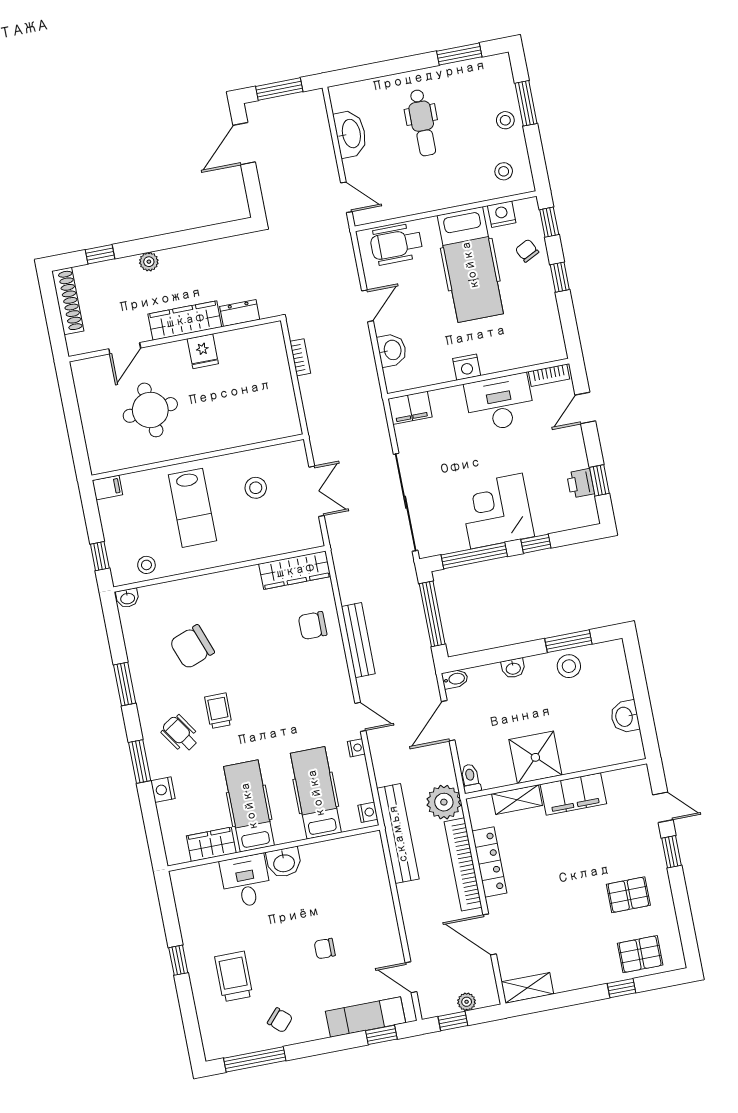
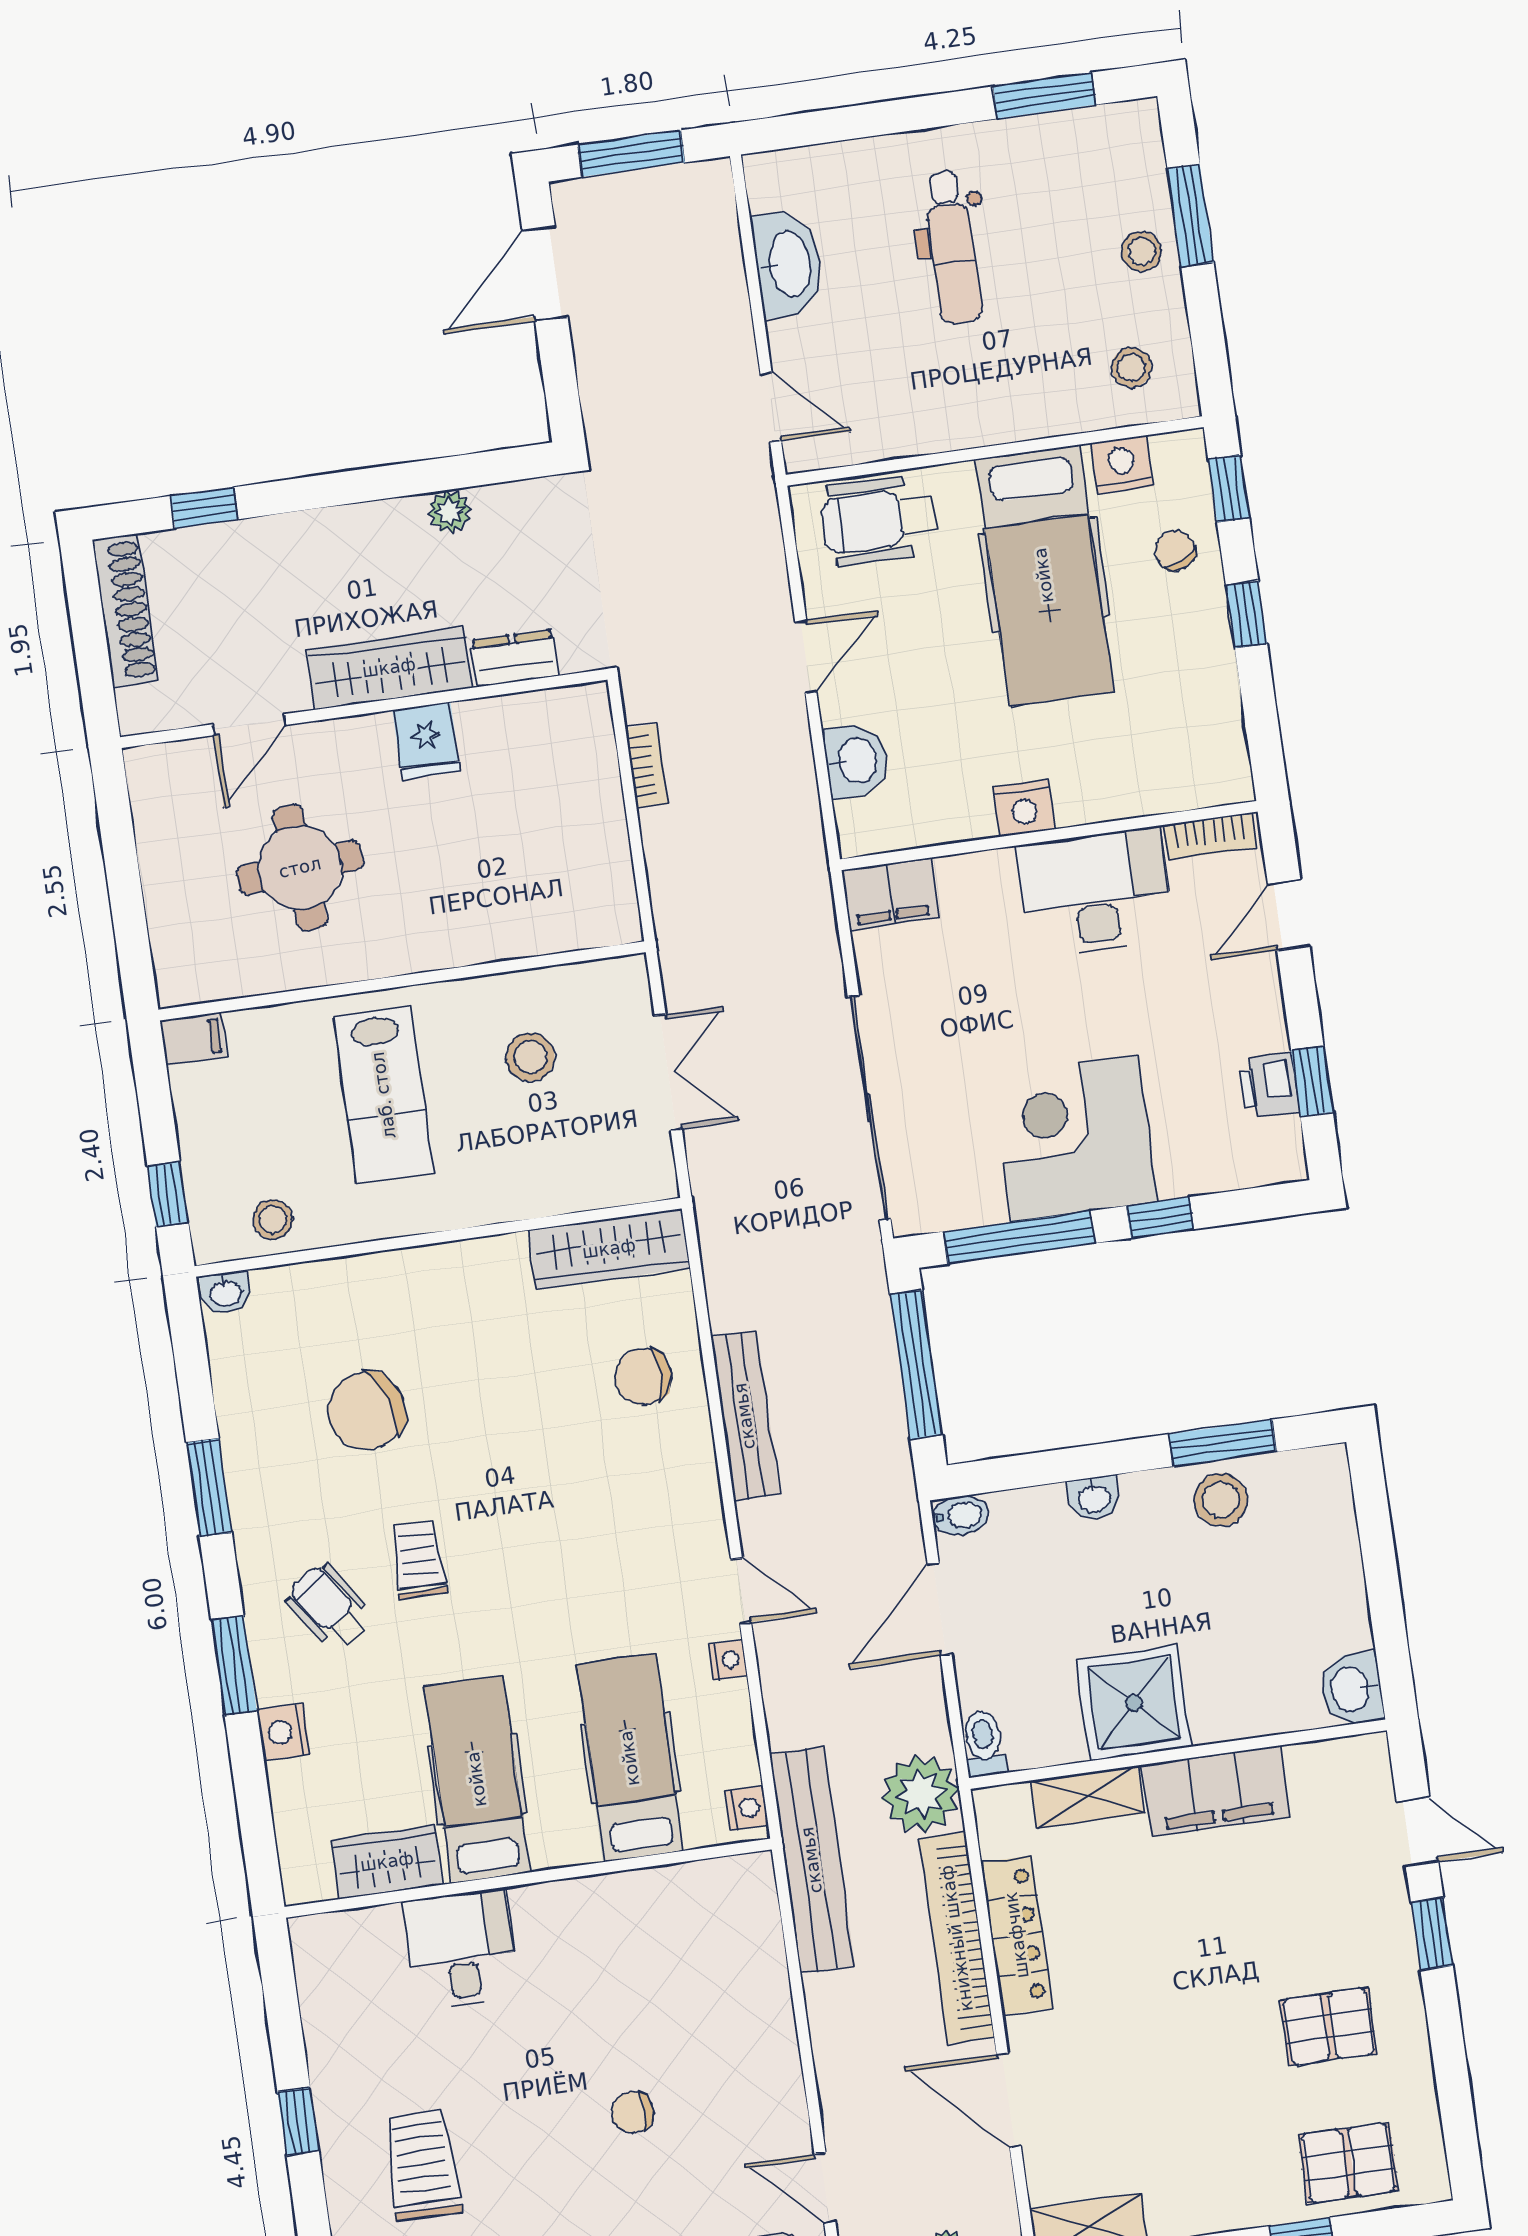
plant: (149, 262) -> (449, 511), moved
washbasin: (625, 717) -> (1351, 1689), moved
washbasin: (284, 862) -> (550, 1912), removed

